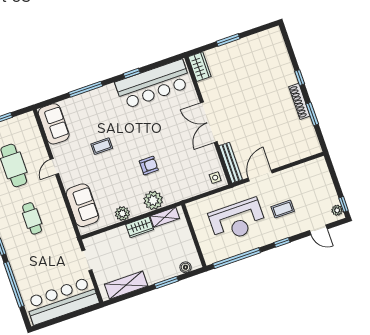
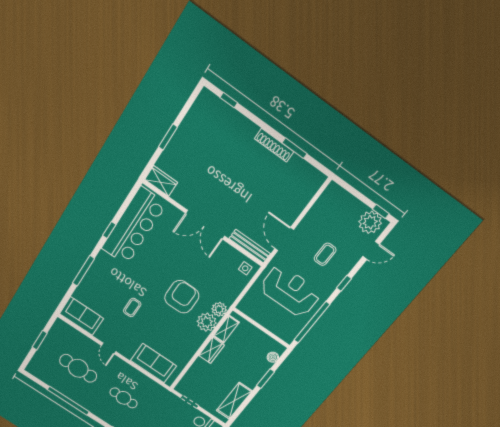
window: (300, 78) -> (229, 100), moved
armchair: (149, 166) -> (182, 297), width x1.88, depth x1.88
plant: (337, 210) -> (370, 222), width x1.87, depth x1.87
plant: (122, 213) -> (219, 309), moved
reception desk: (237, 220) -> (290, 291), turned -90

